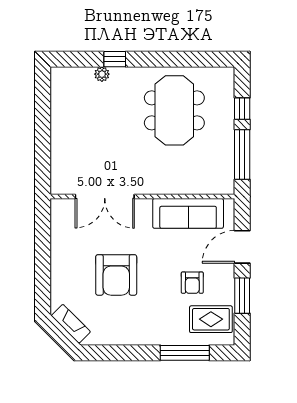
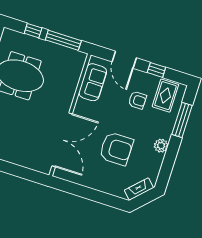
double door: (105, 197) -> (62, 140), width x1.36
sofa: (188, 213) -> (93, 82), width x0.73
window: (242, 296) -> (156, 70), width x0.67
plant: (140, 335) -> (161, 146), added

